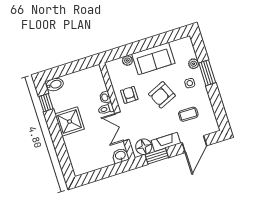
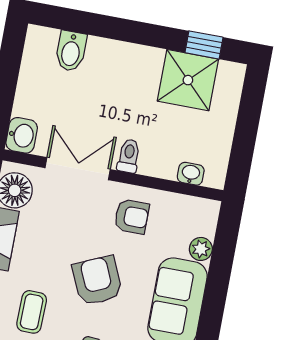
bidet: (55, 85) -> (71, 51), moved
washbasin: (105, 97) -> (191, 174), moved
shower: (70, 121) -> (188, 80), moved

